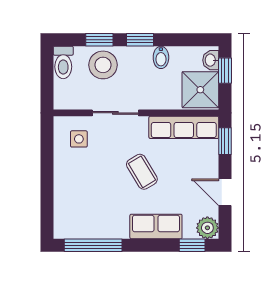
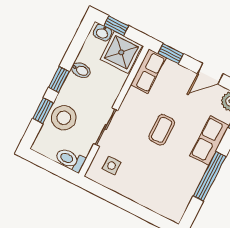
toilet: (63, 62) -> (70, 160), moved, turned 180
row of seats: (184, 127) -> (148, 71), width x0.68
coffee table: (142, 172) -> (162, 130), turned -59
window: (93, 245) -> (210, 176), moved

